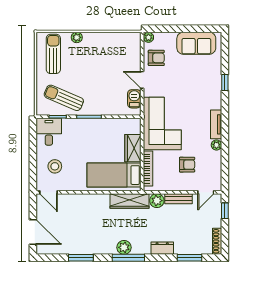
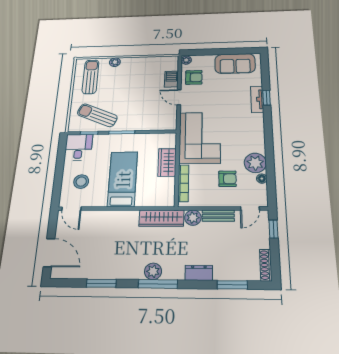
barbecue: (134, 99) -> (171, 79), moved
tv unit: (216, 124) -> (257, 99), moved
plant: (216, 145) -> (255, 163), width x1.88, depth x1.88
floor lamp: (217, 165) -> (262, 179), added
bed: (114, 175) -> (123, 179), moved, turned 90

